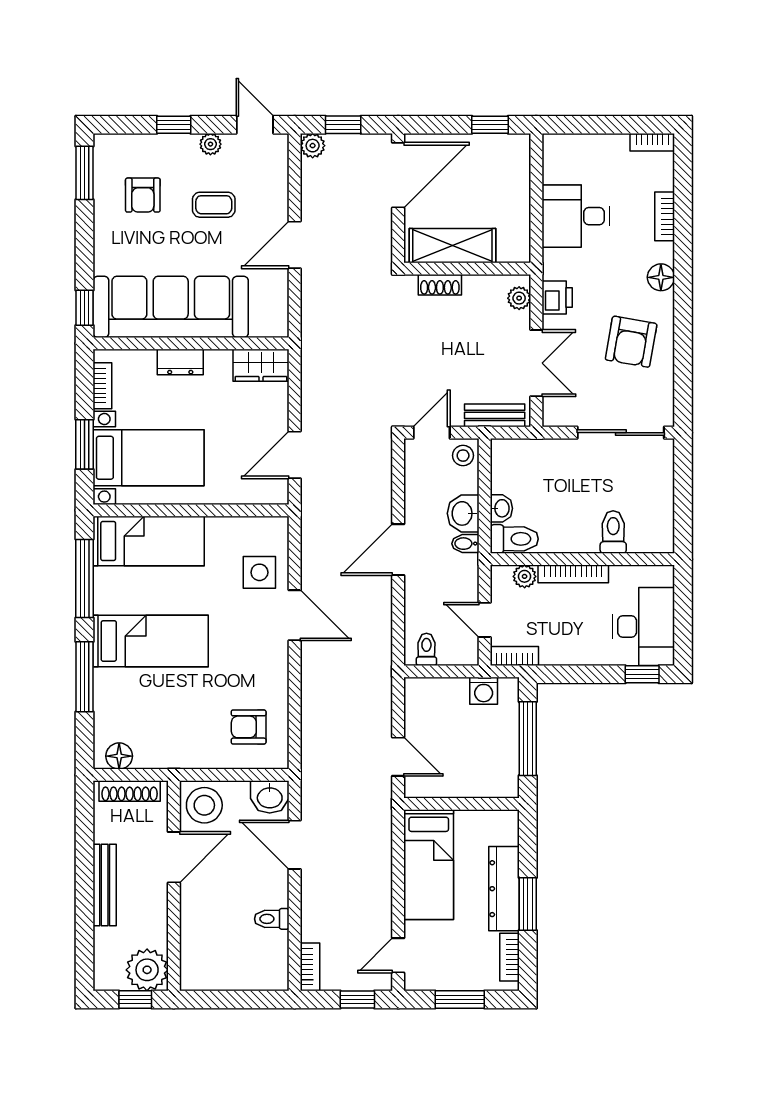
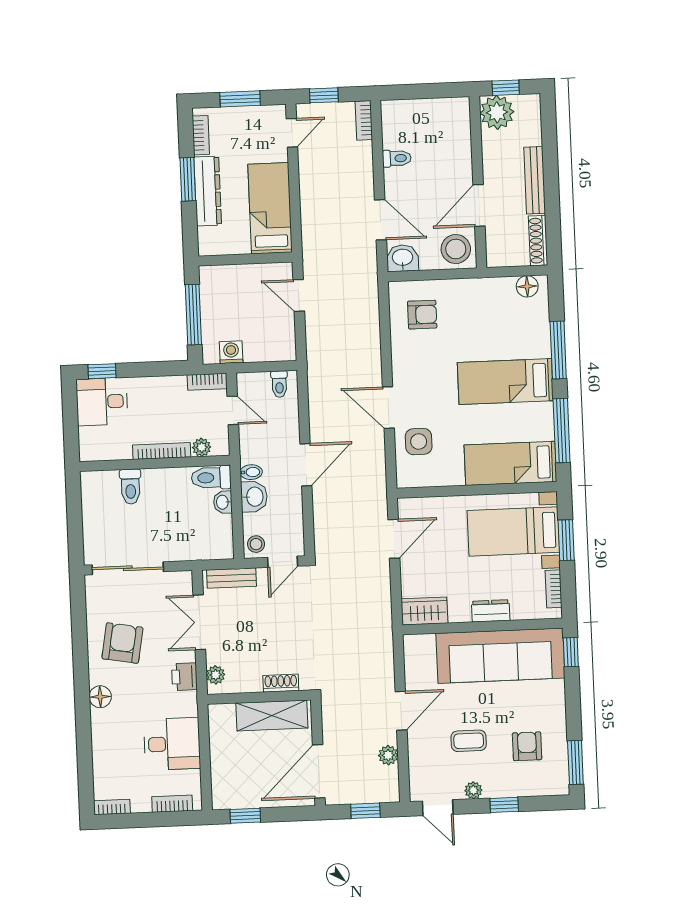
plant: (313, 146) -> (388, 755), moved
bookcase: (665, 216) -> (172, 804), moved, turned -90
desk: (644, 627) -> (102, 402), width x0.73
shoe rack: (130, 791) -> (538, 241), moved, turned -90

